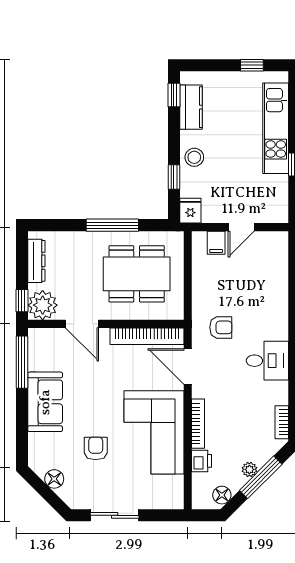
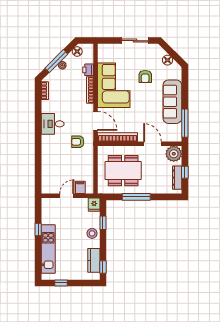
window: (22, 301) -> (185, 172), moved
sofa: (45, 402) -> (172, 102), width x1.36

